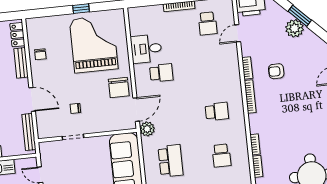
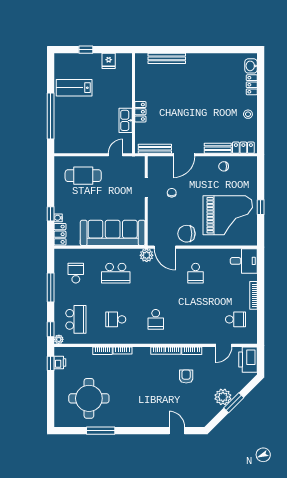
school desk: (208, 23) -> (236, 319), turned 180
door: (238, 33) -> (224, 345), swing flipped
desk: (146, 49) -> (244, 261), moved, turned 90

